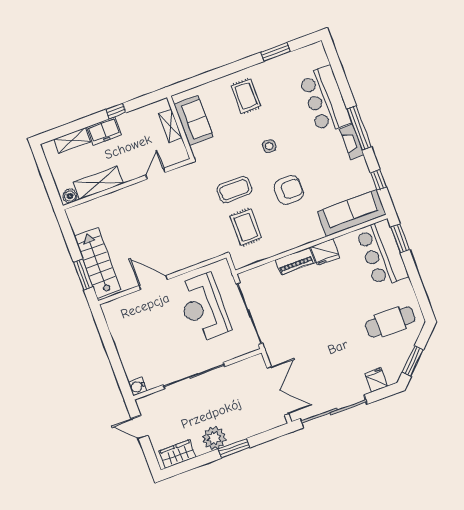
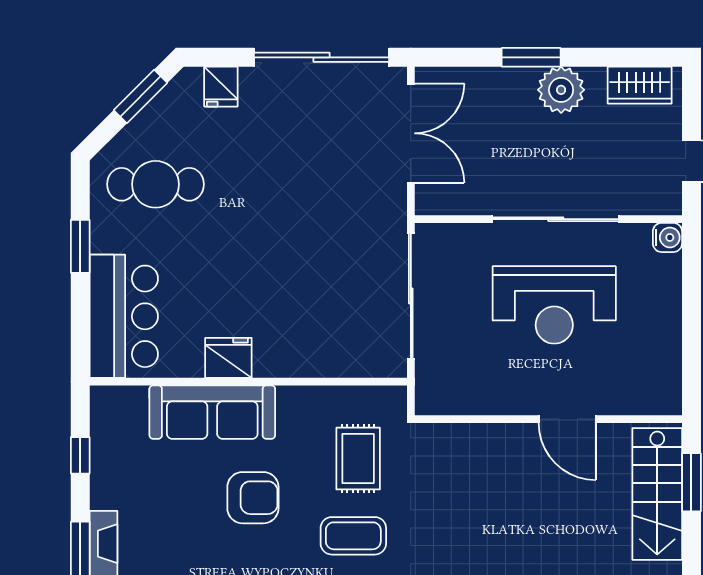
armchair: (289, 190) -> (253, 498), turned 180
sofa: (352, 213) -> (212, 412), moved
window: (400, 238) -> (80, 246), moved
piano: (295, 261) -> (290, 362), removed
reception desk: (203, 307) -> (554, 305), moved, turned 90
double door: (278, 391) -> (411, 133), swing flipped

